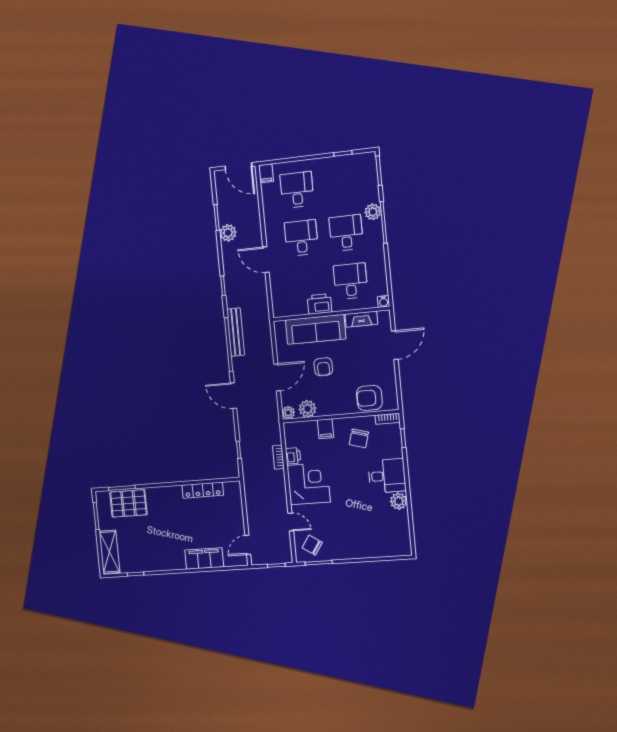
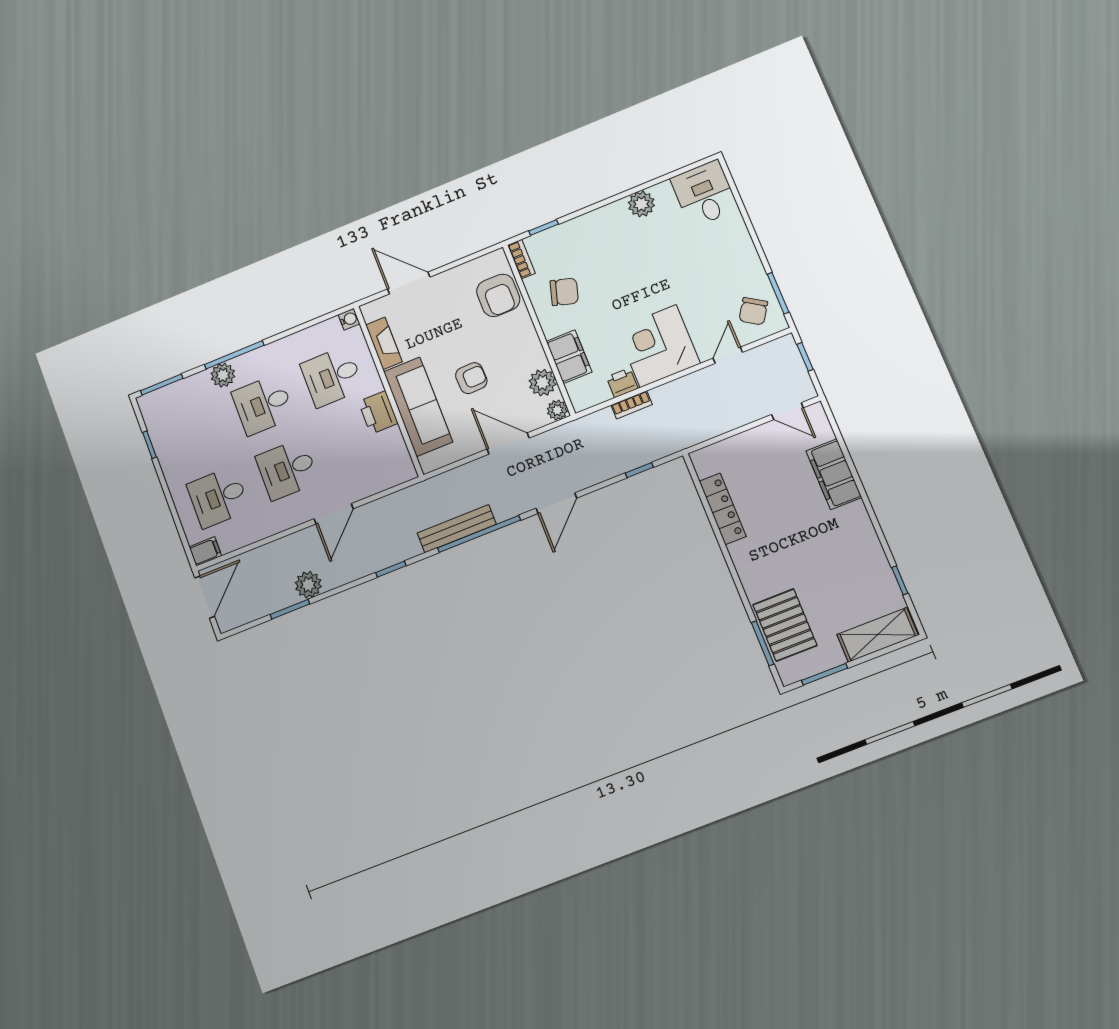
filing cabinet: (326, 429) -> (569, 357), width x2.00
desk: (387, 476) -> (704, 194), moved

